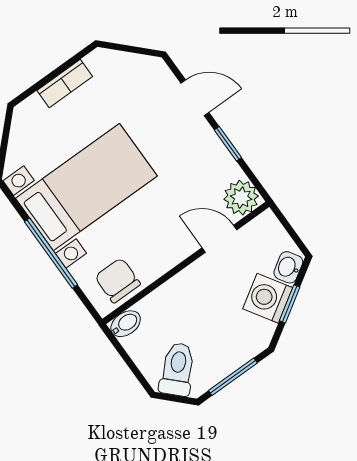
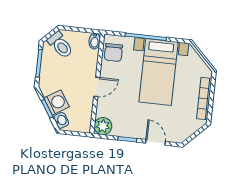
bookcase: (65, 83) -> (204, 99), width x1.56
door: (195, 98) -> (156, 142), swing flipped
door: (219, 239) -> (97, 87), moved
chair: (118, 280) -> (113, 52), turned 90

